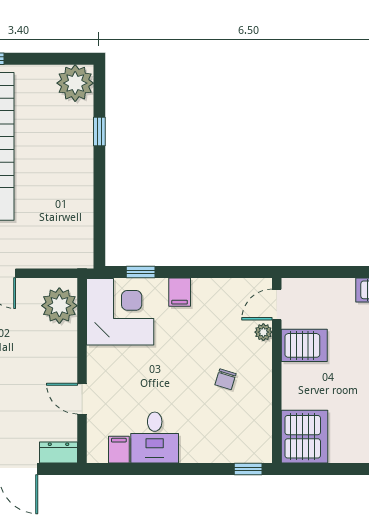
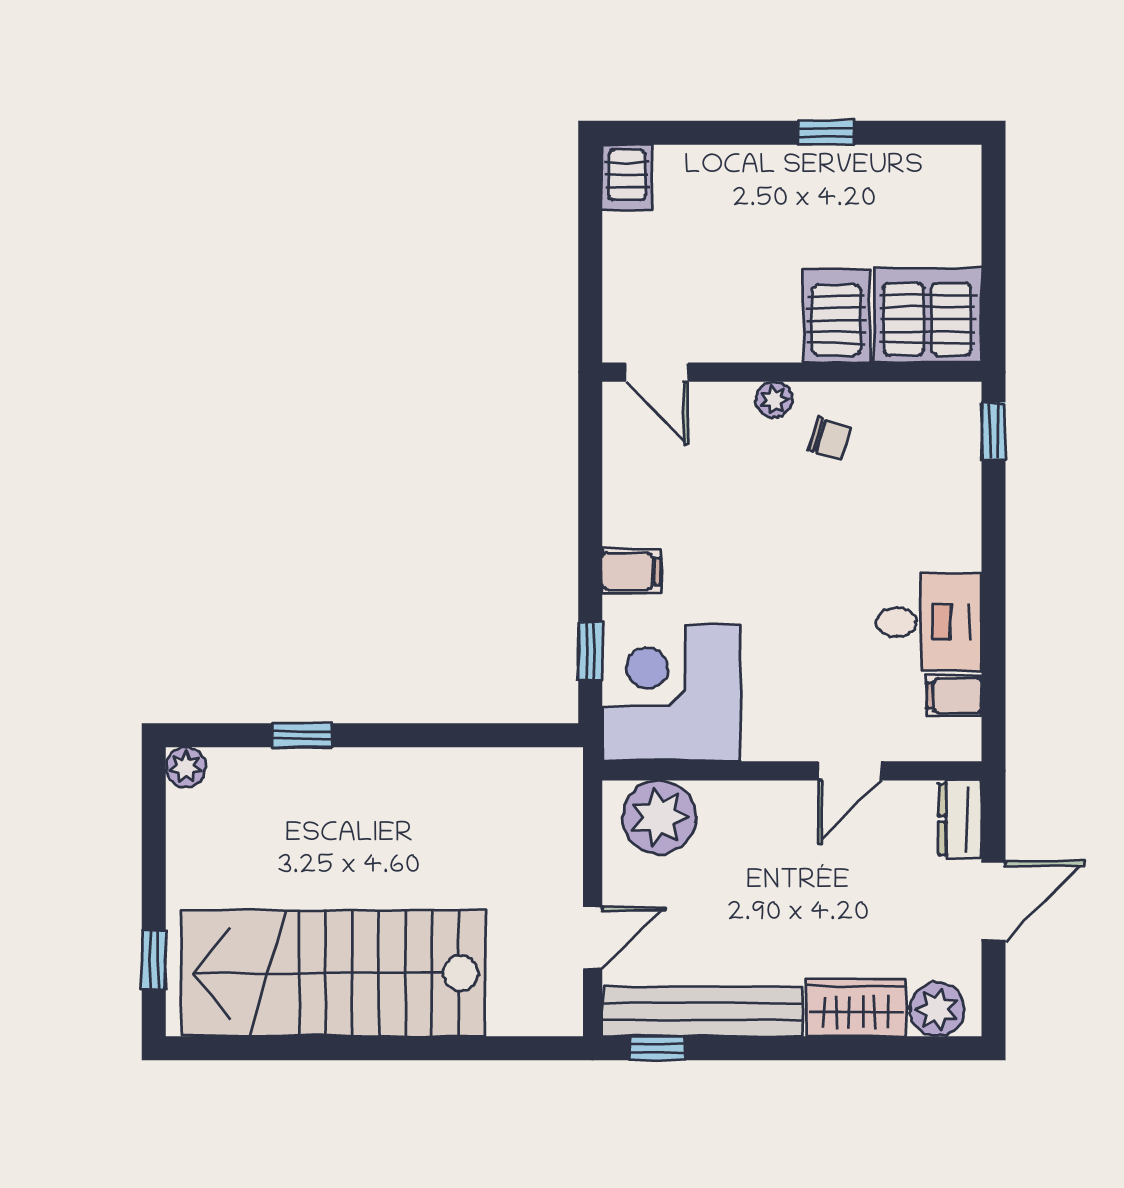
plant: (75, 83) -> (186, 767), width x0.53, depth x0.53
plant: (263, 332) -> (774, 400), moved
server rack: (304, 345) -> (836, 316), moved
chair: (225, 379) -> (830, 439), moved

